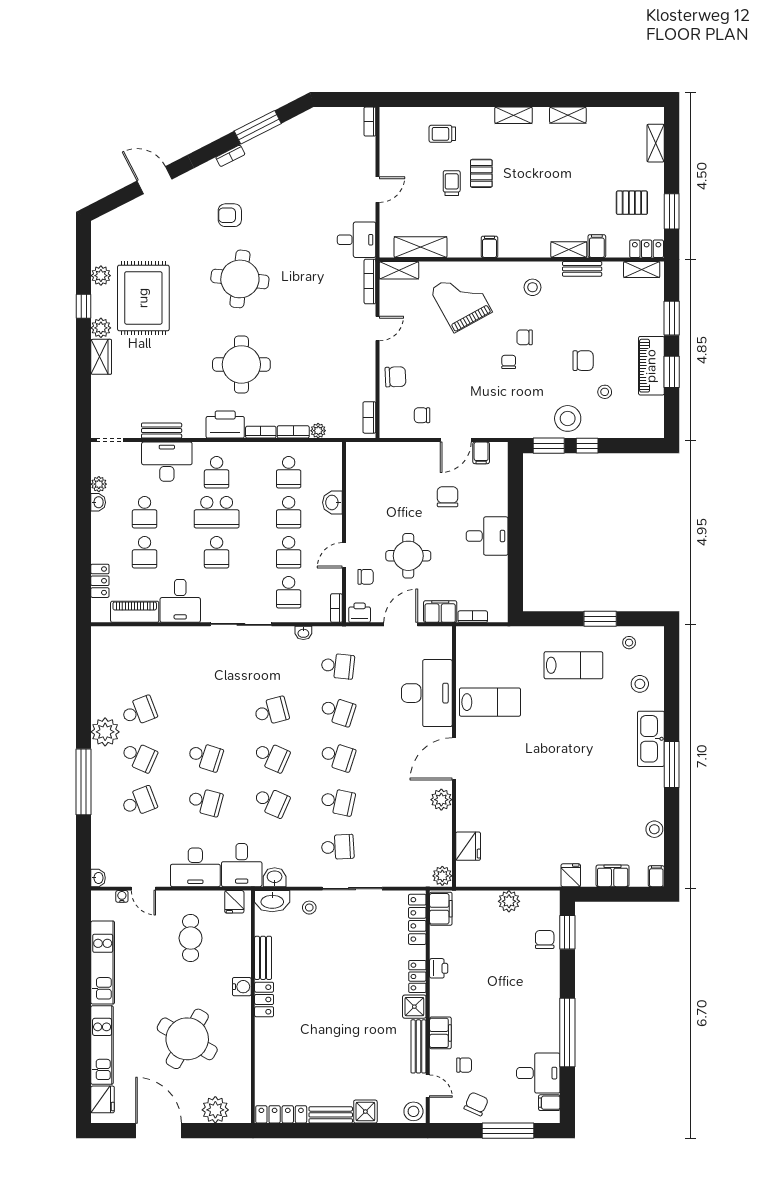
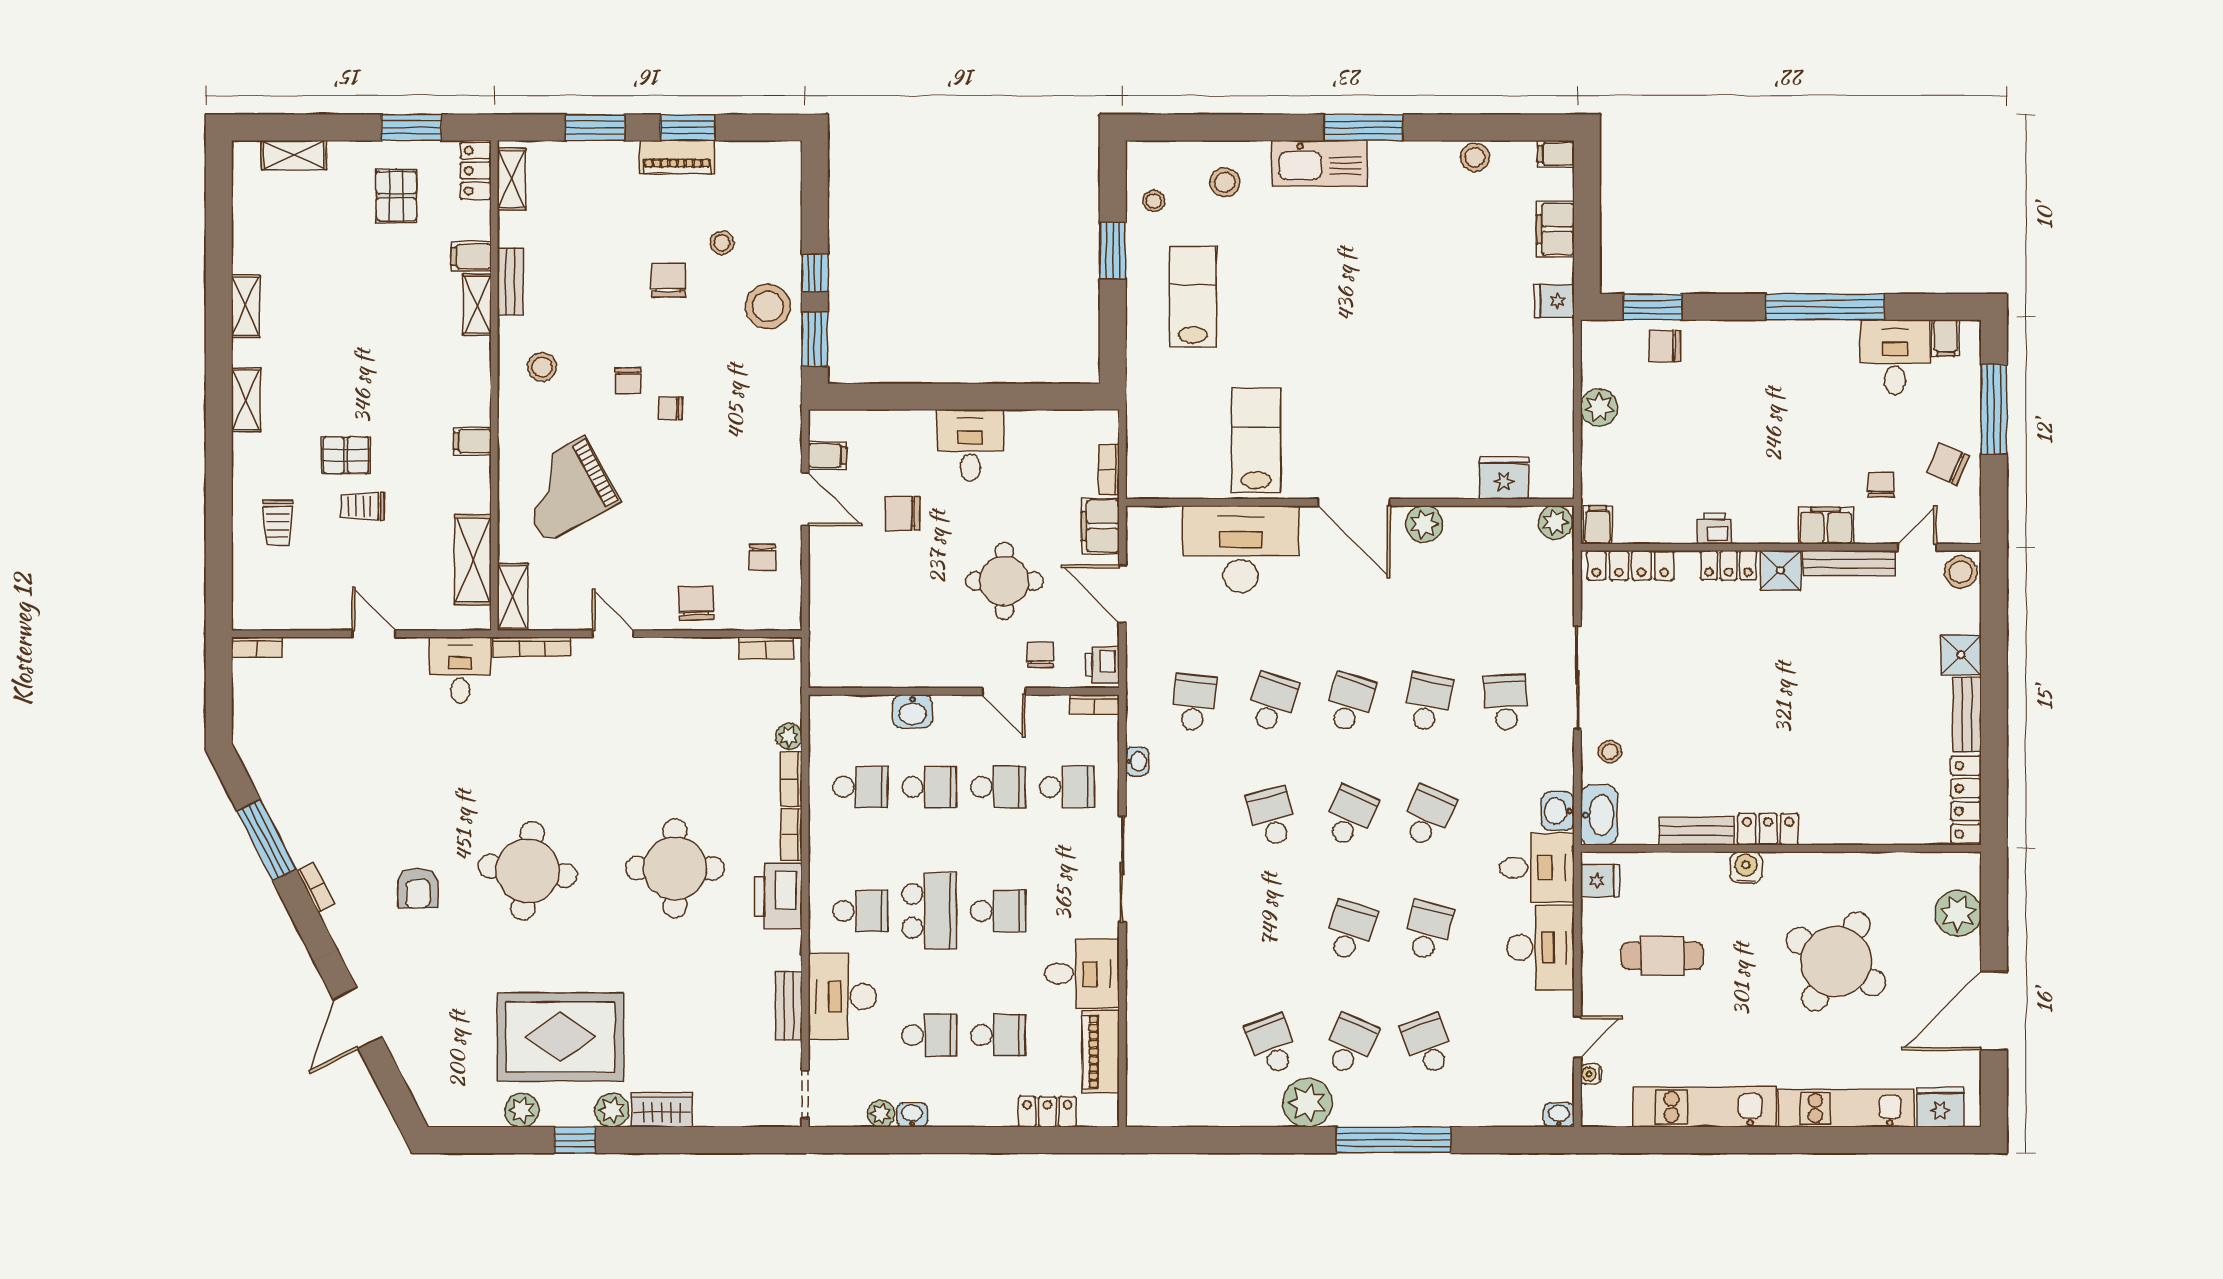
piano: (651, 366) -> (677, 157), width x0.73, depth x0.75
filing cabinet: (441, 909) -> (1598, 525), width x0.50

